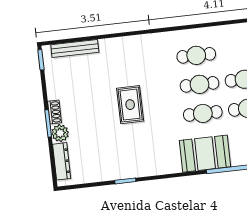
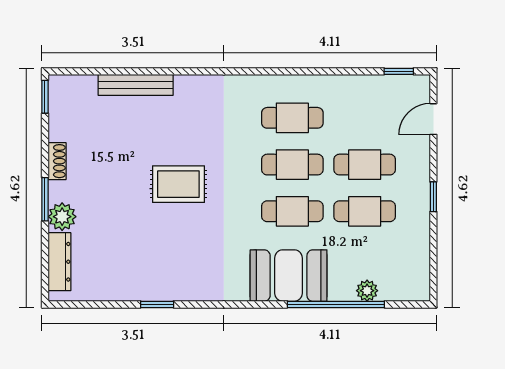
bench: (75, 49) -> (136, 85), moved
rug: (130, 105) -> (178, 184), turned 90
shoe rack: (54, 112) -> (57, 161), moved

